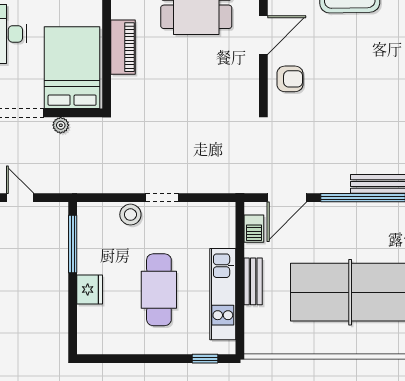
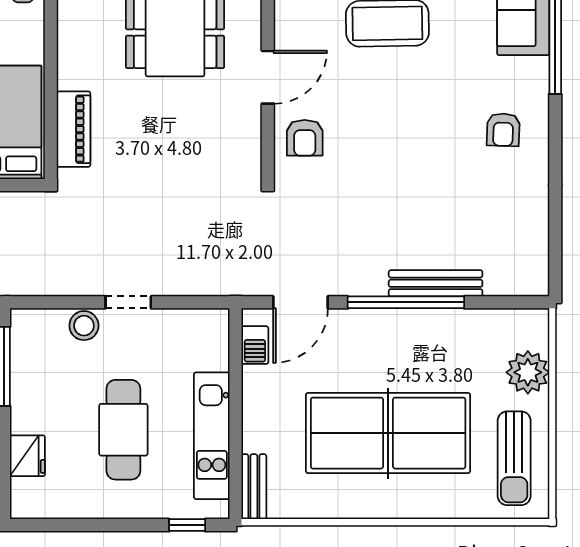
piano: (123, 47) -> (74, 129), moved
armchair: (290, 79) -> (305, 138), turned 90
bench: (253, 281) -> (254, 487), moved
fridge: (90, 289) -> (27, 456), moved

